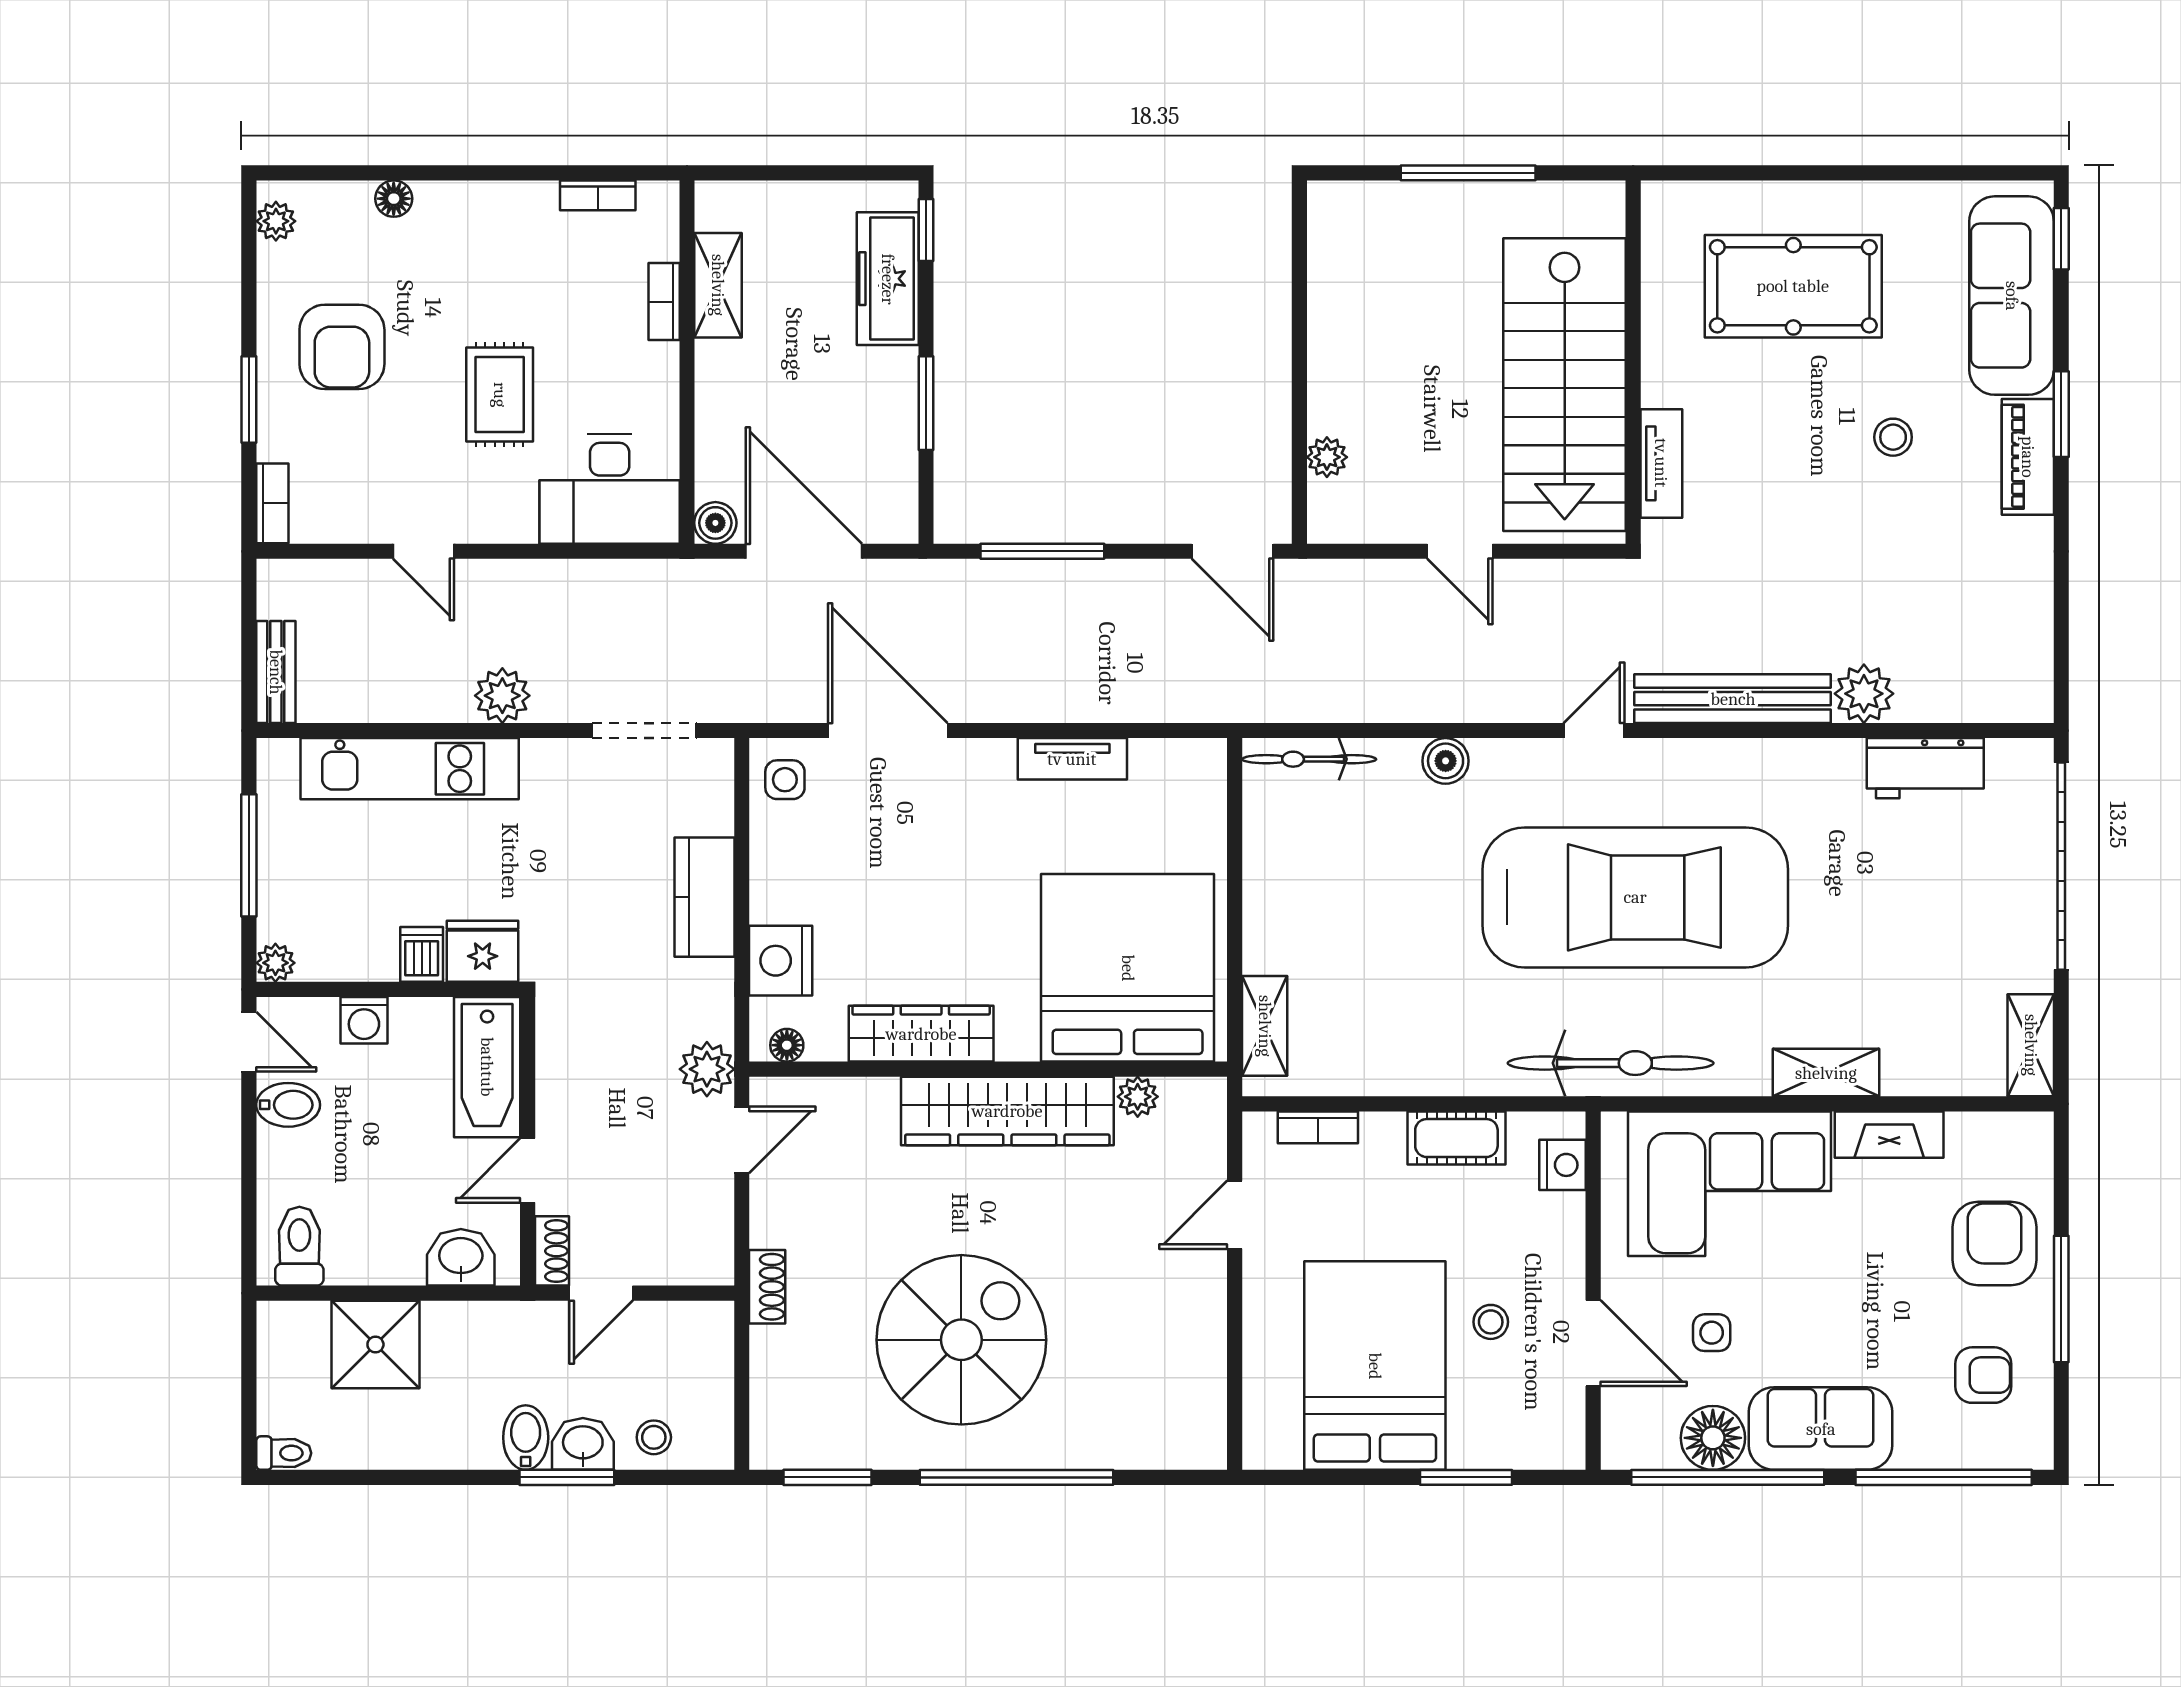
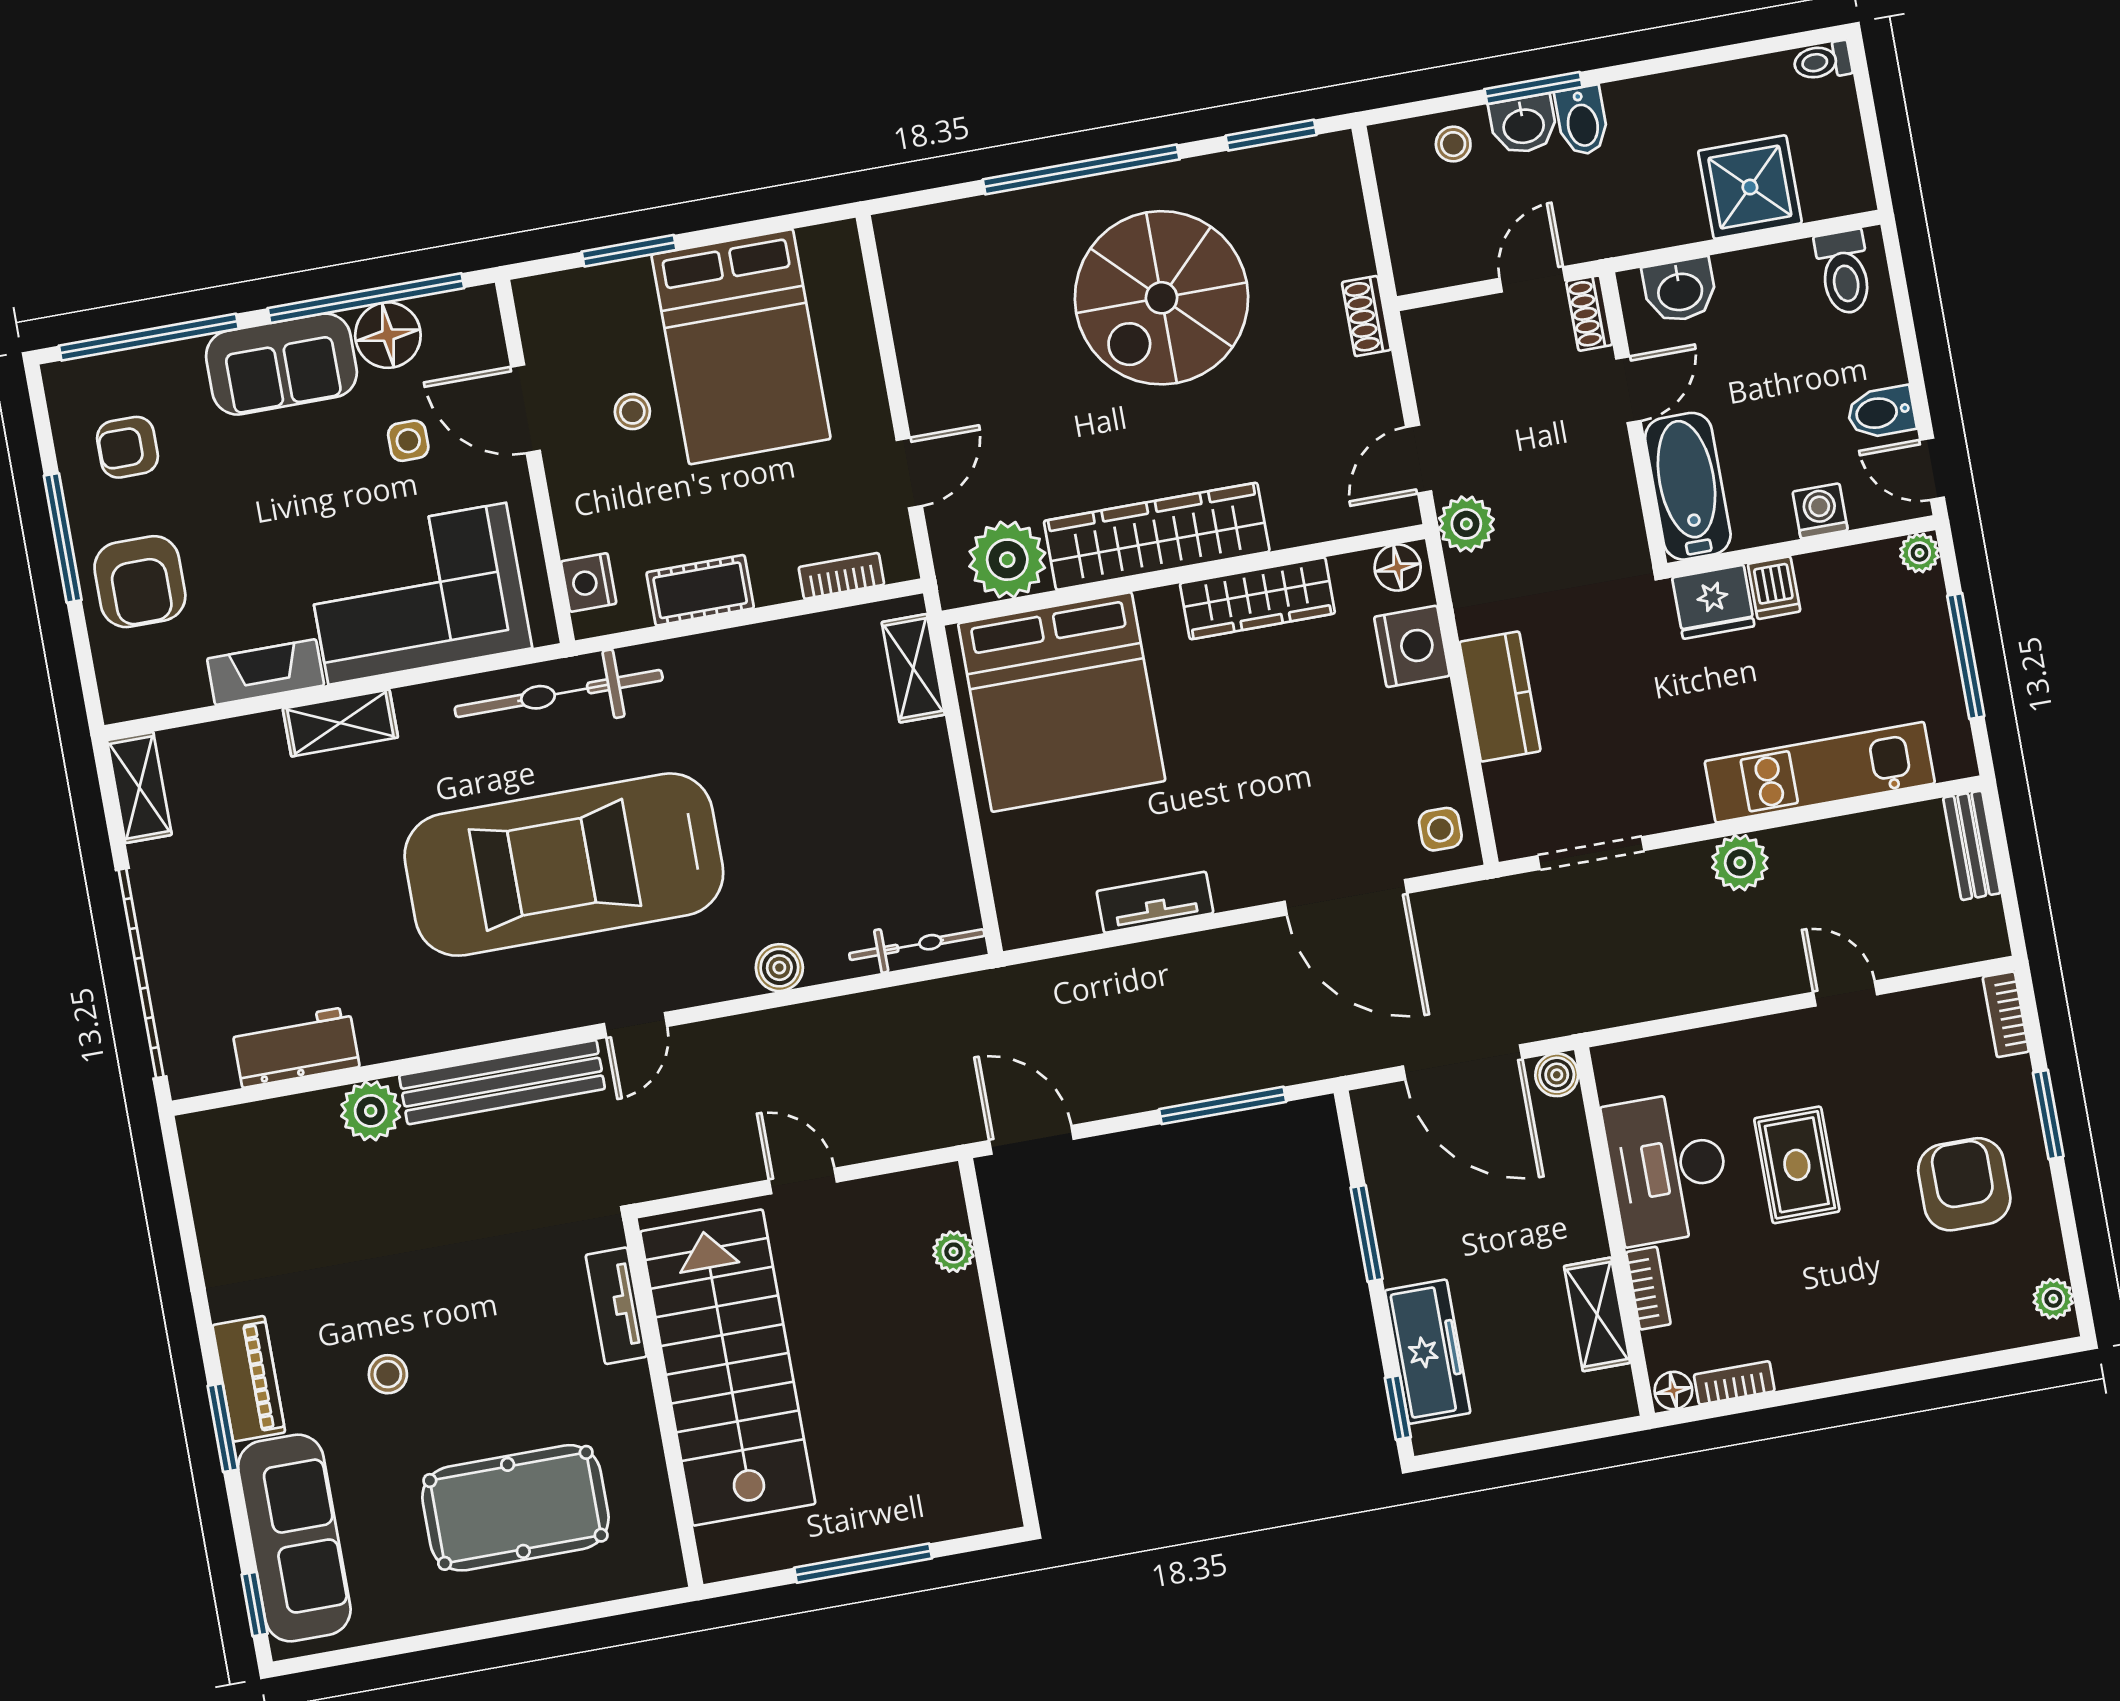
floor lamp: (394, 199) -> (1673, 1390), moved
desk: (610, 489) -> (1668, 1168), moved, turned -90
floor lamp: (787, 1045) -> (1398, 568), width x1.37, depth x1.37
plant: (1138, 1097) -> (1007, 560), width x1.88, depth x1.88

